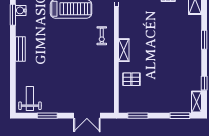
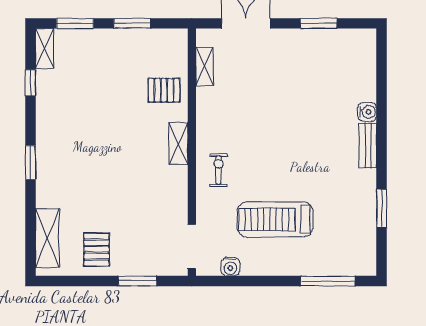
water cooler: (21, 10) -> (367, 112), moved
shelving: (109, 92) -> (204, 66), added
weight bench: (30, 98) -> (350, 55), removed
window: (138, 116) -> (132, 23), moved

